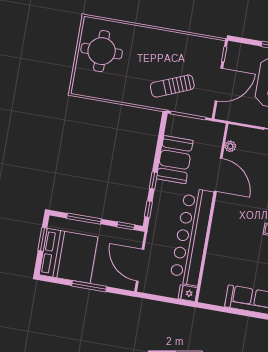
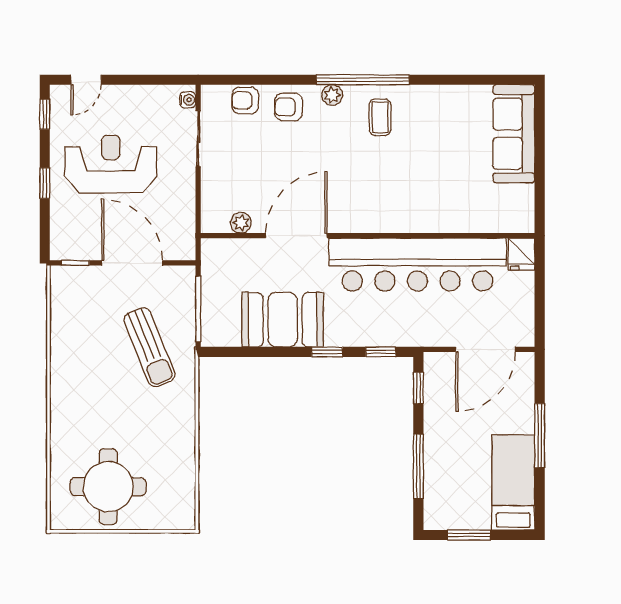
bed: (69, 256) -> (513, 483), width x0.49

